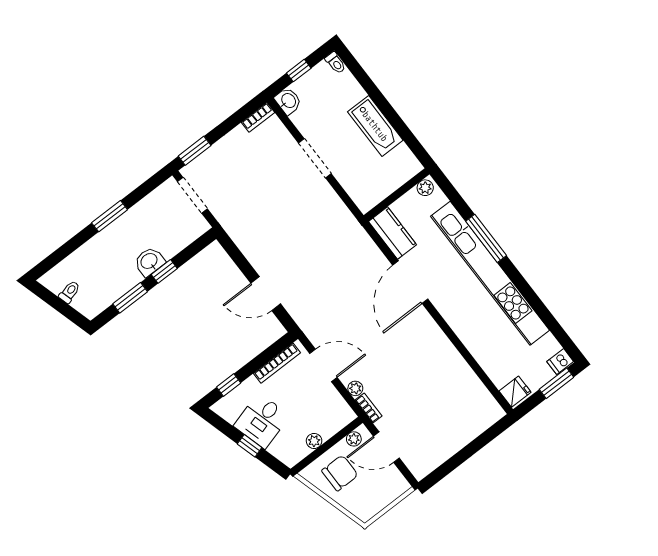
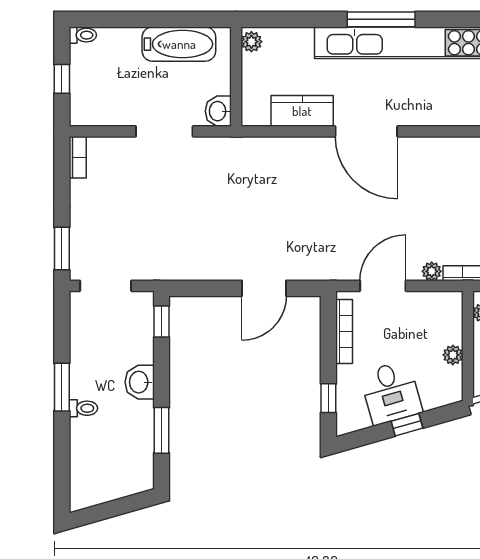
washbasin: (288, 101) -> (218, 111), moved, turned -90
plant: (425, 188) -> (251, 42), moved
wall: (397, 195) -> (236, 77), moved
window: (164, 271) -> (161, 322), moved
toilet: (70, 292) -> (83, 408), moved, turned 106

